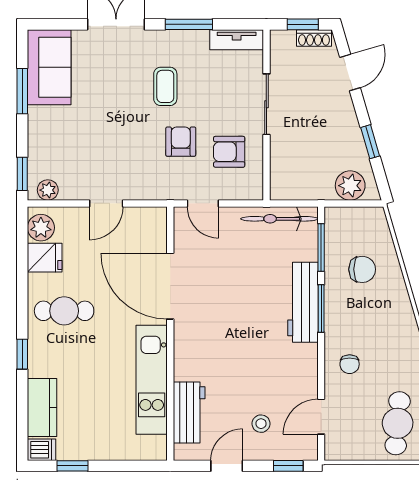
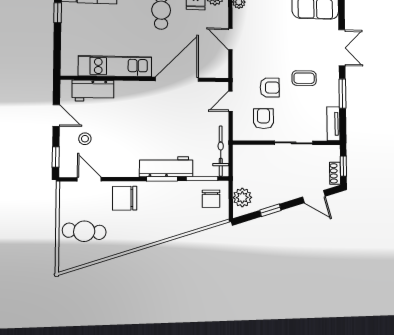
chair: (362, 269) -> (211, 199), moved
chair: (350, 364) -> (125, 198), width x1.87, depth x1.87

